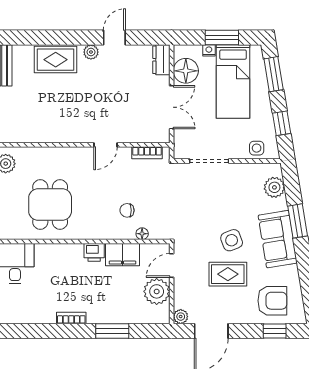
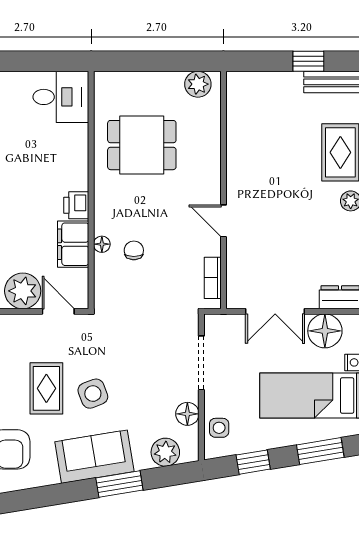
floor lamp: (246, 171) -> (187, 414), added
floor lamp: (142, 234) -> (102, 244), moved

